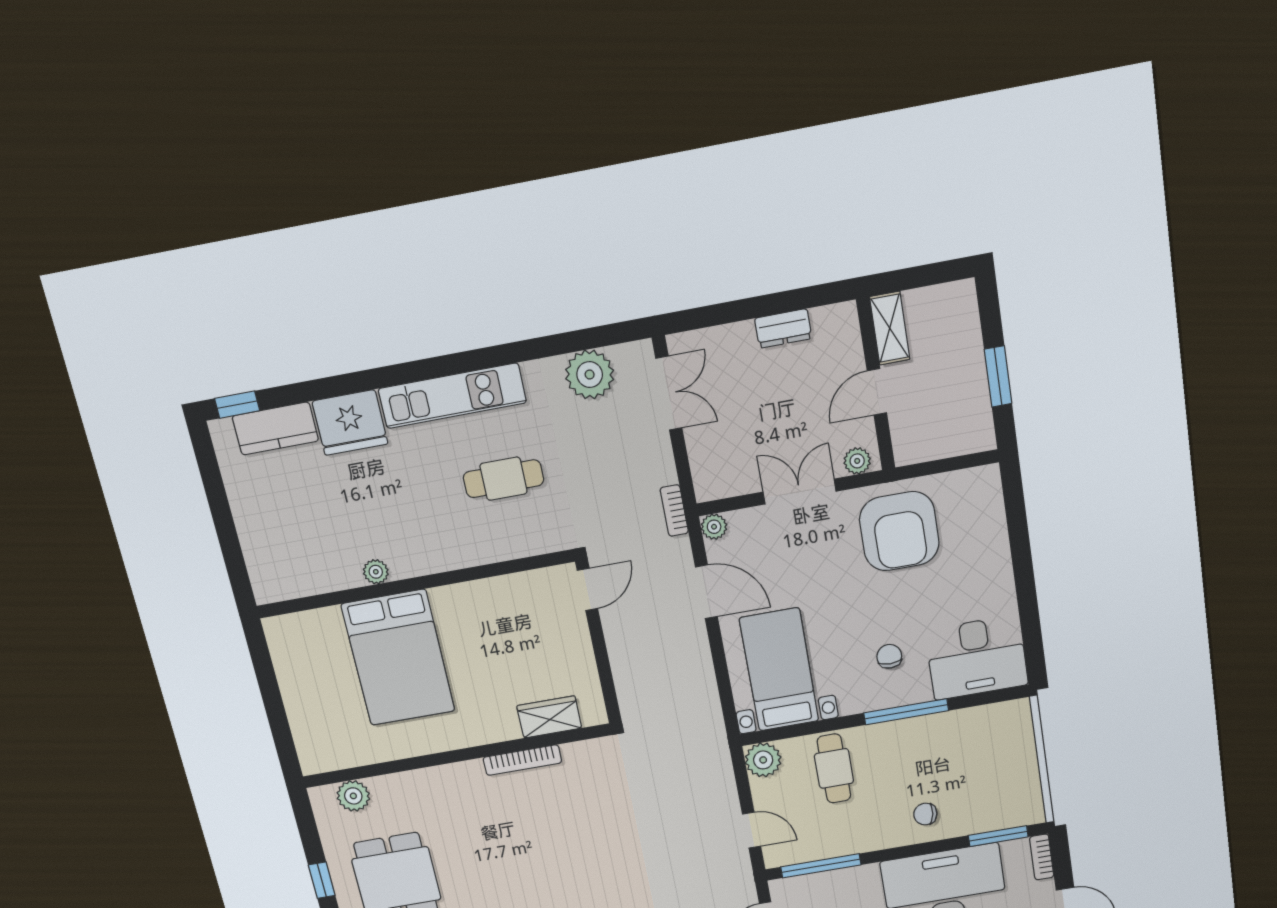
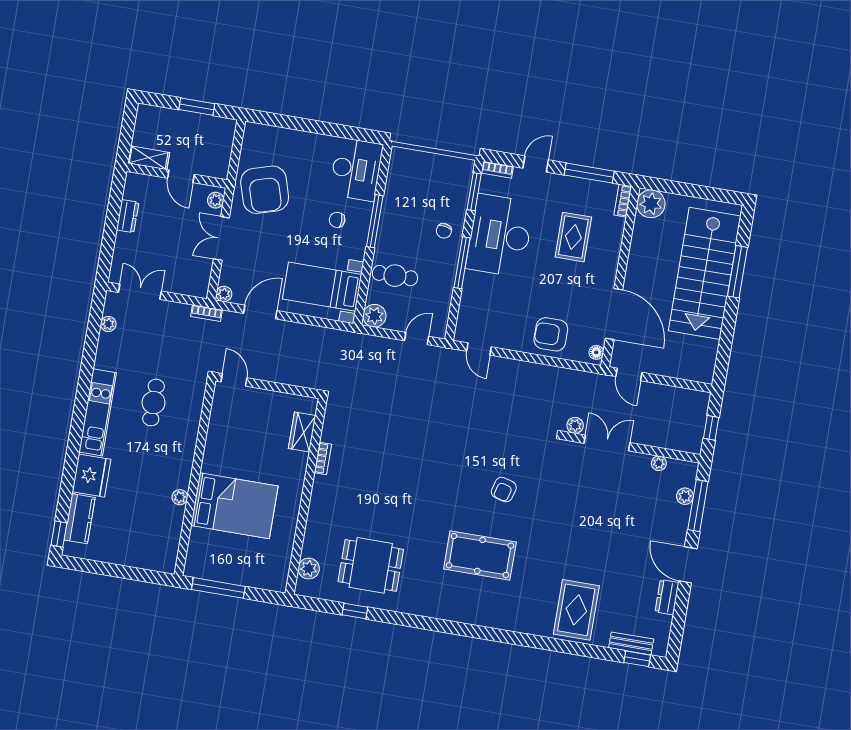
plant: (590, 374) -> (108, 324), width x0.53, depth x0.53
armchair: (899, 531) -> (265, 190), turned 73
window: (266, 678) -> (218, 588), added
bookcase: (522, 760) -> (323, 458), width x0.64
window: (821, 866) -> (462, 263), moved

